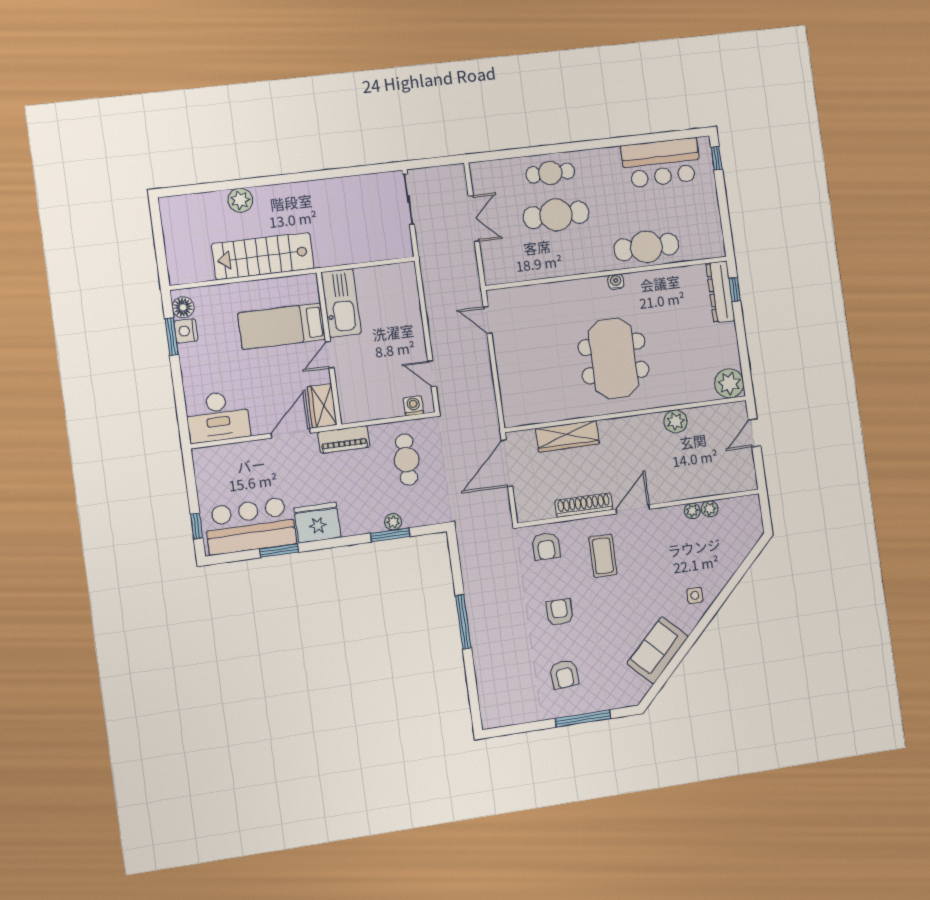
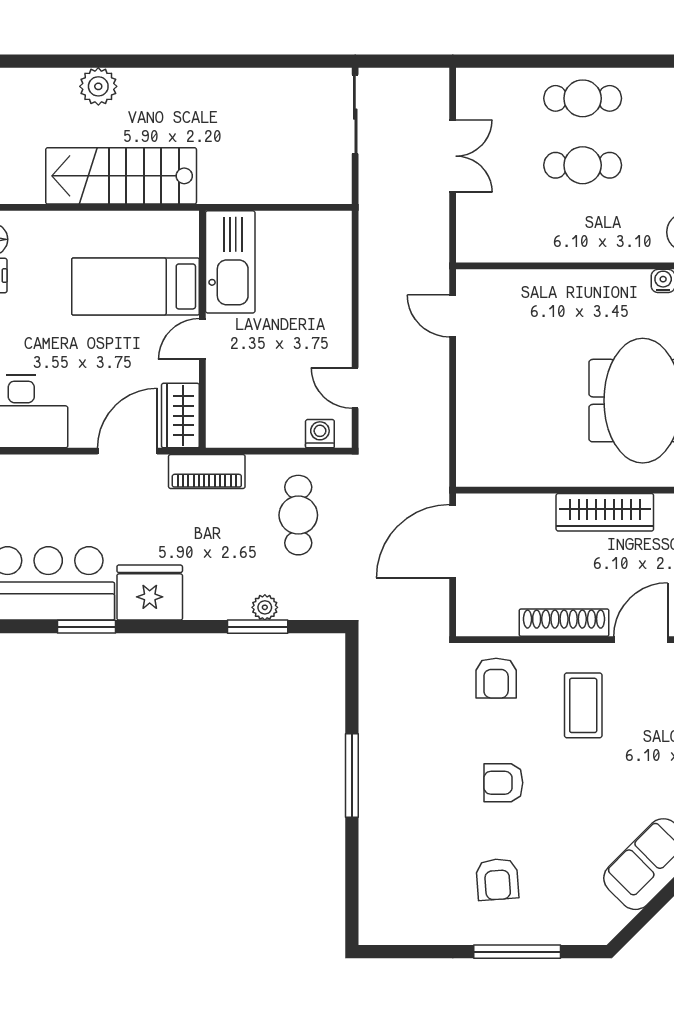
cafe table: (556, 215) -> (583, 165), width x0.73, depth x0.74
wardrobe: (567, 436) -> (605, 512), moved
armchair: (560, 612) -> (503, 783), turned -90

